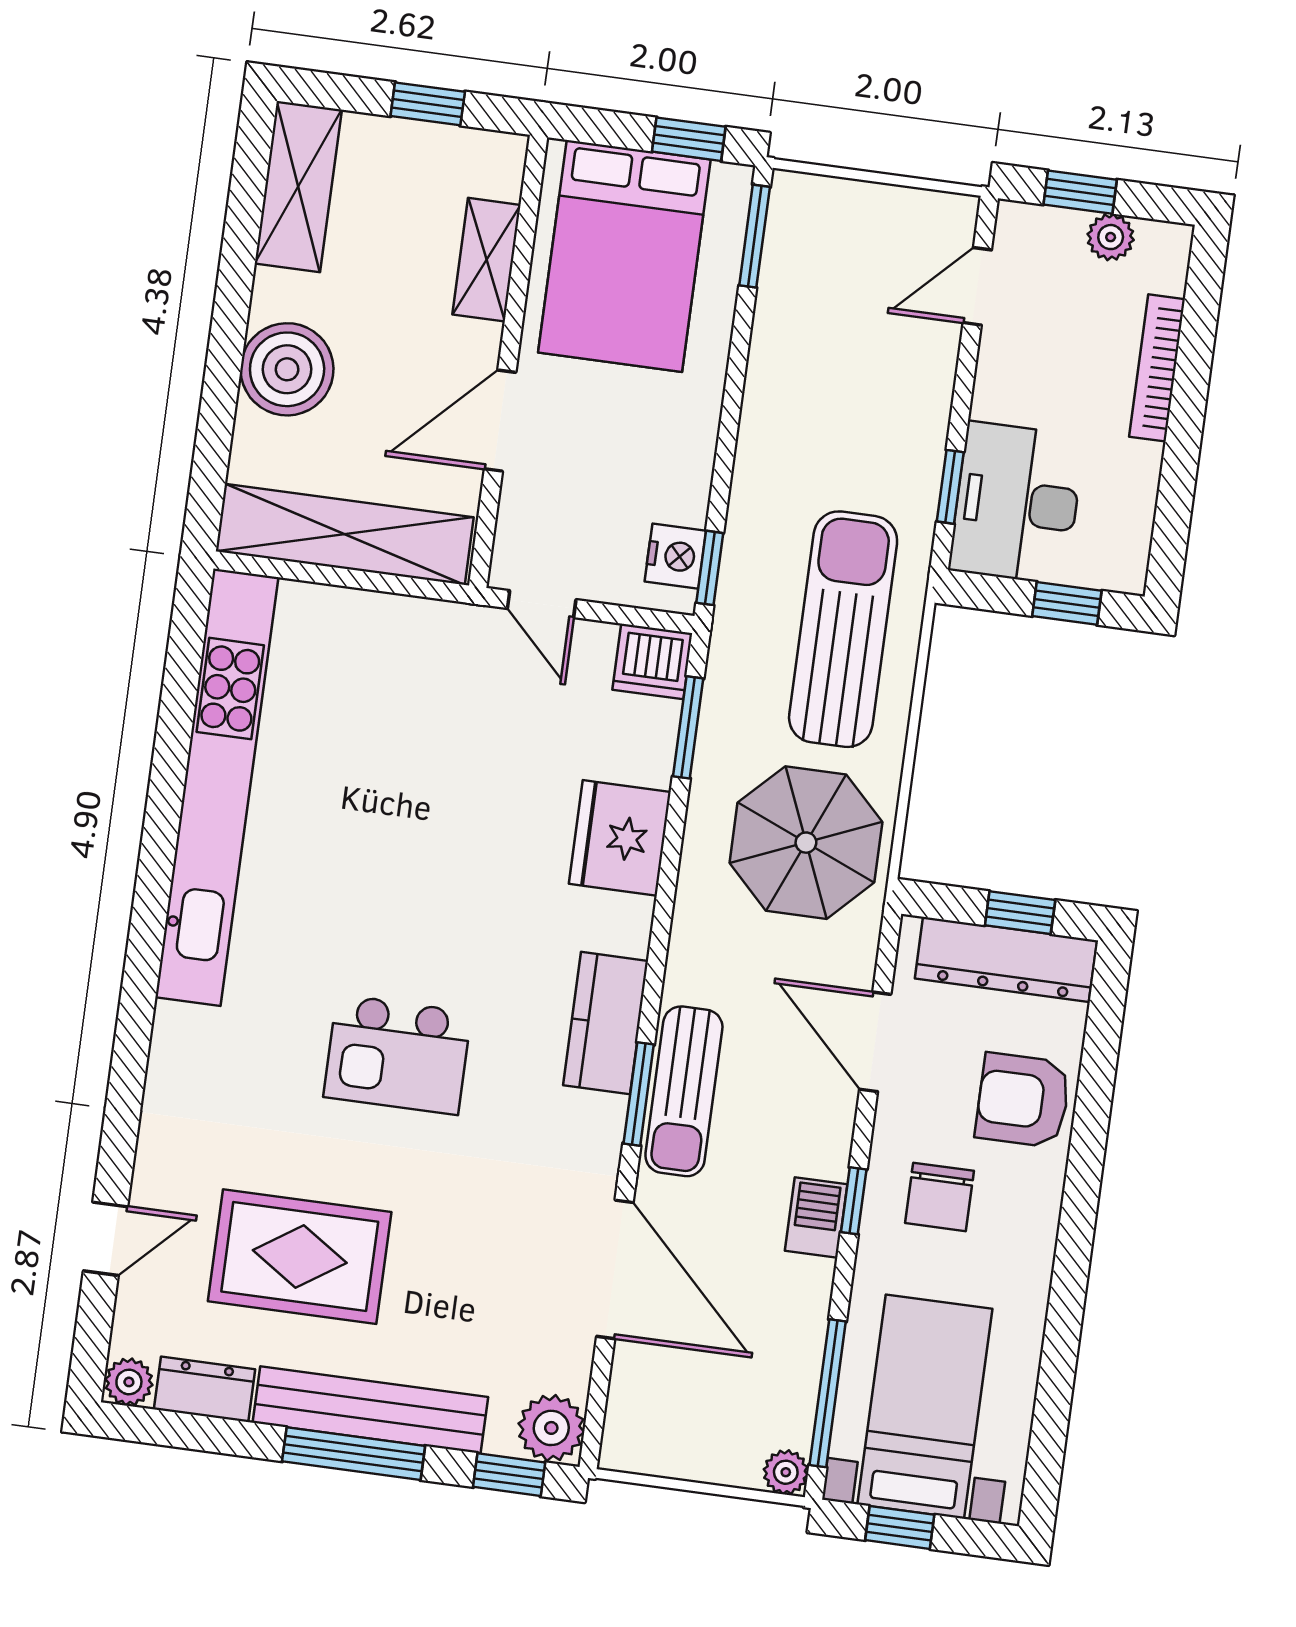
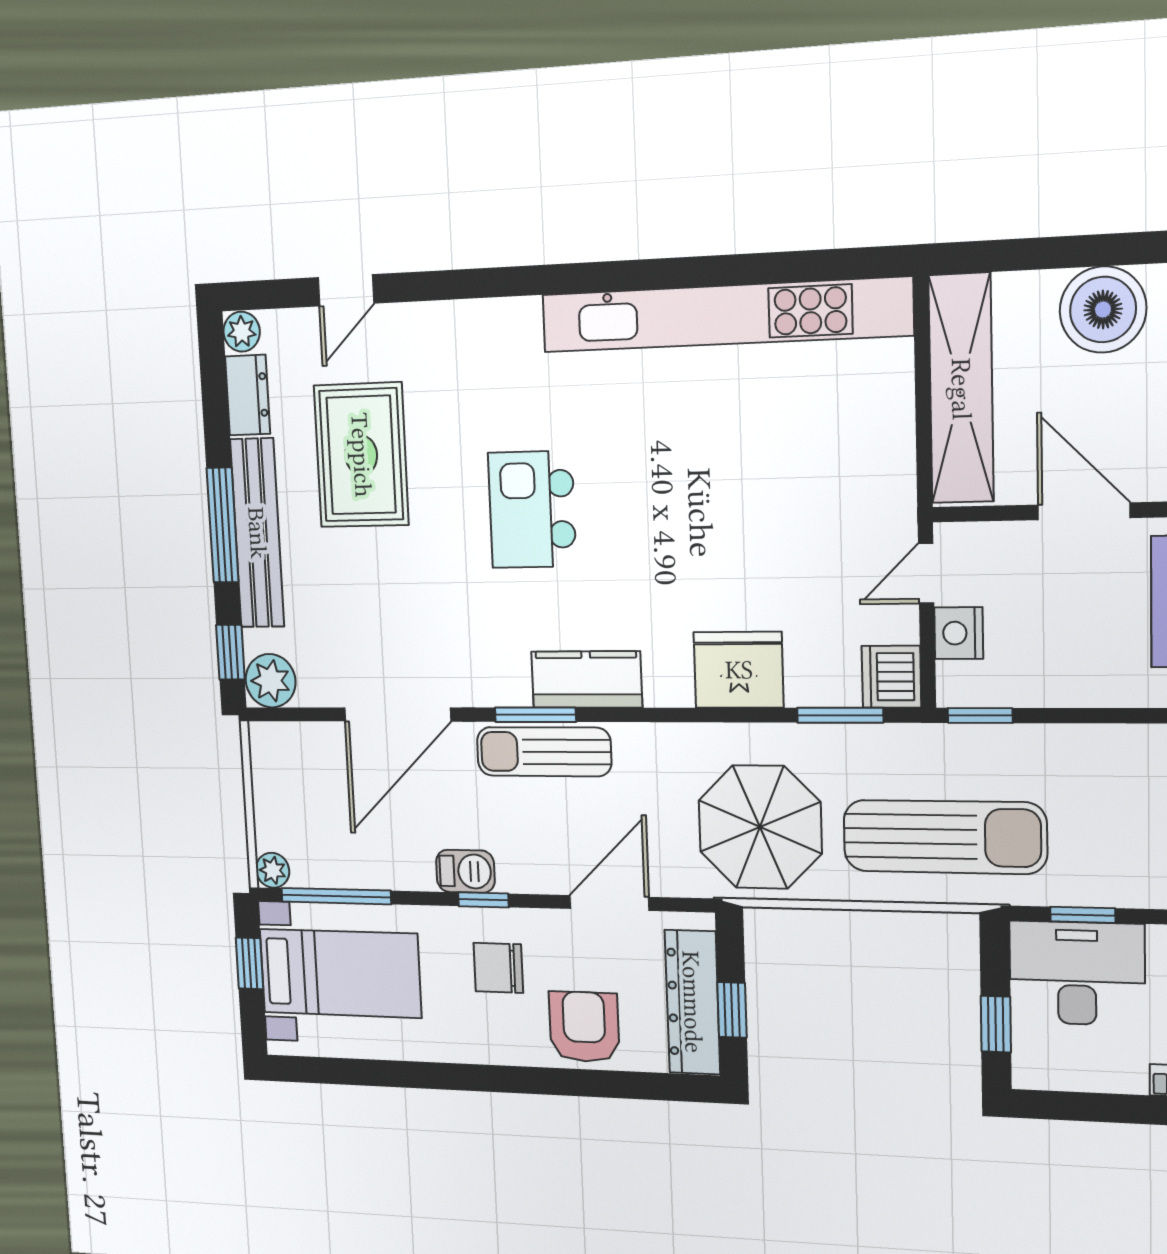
nightstand: (675, 556) -> (959, 633), moved, turned 90
door: (106, 1239) -> (346, 290), hinge flipped

